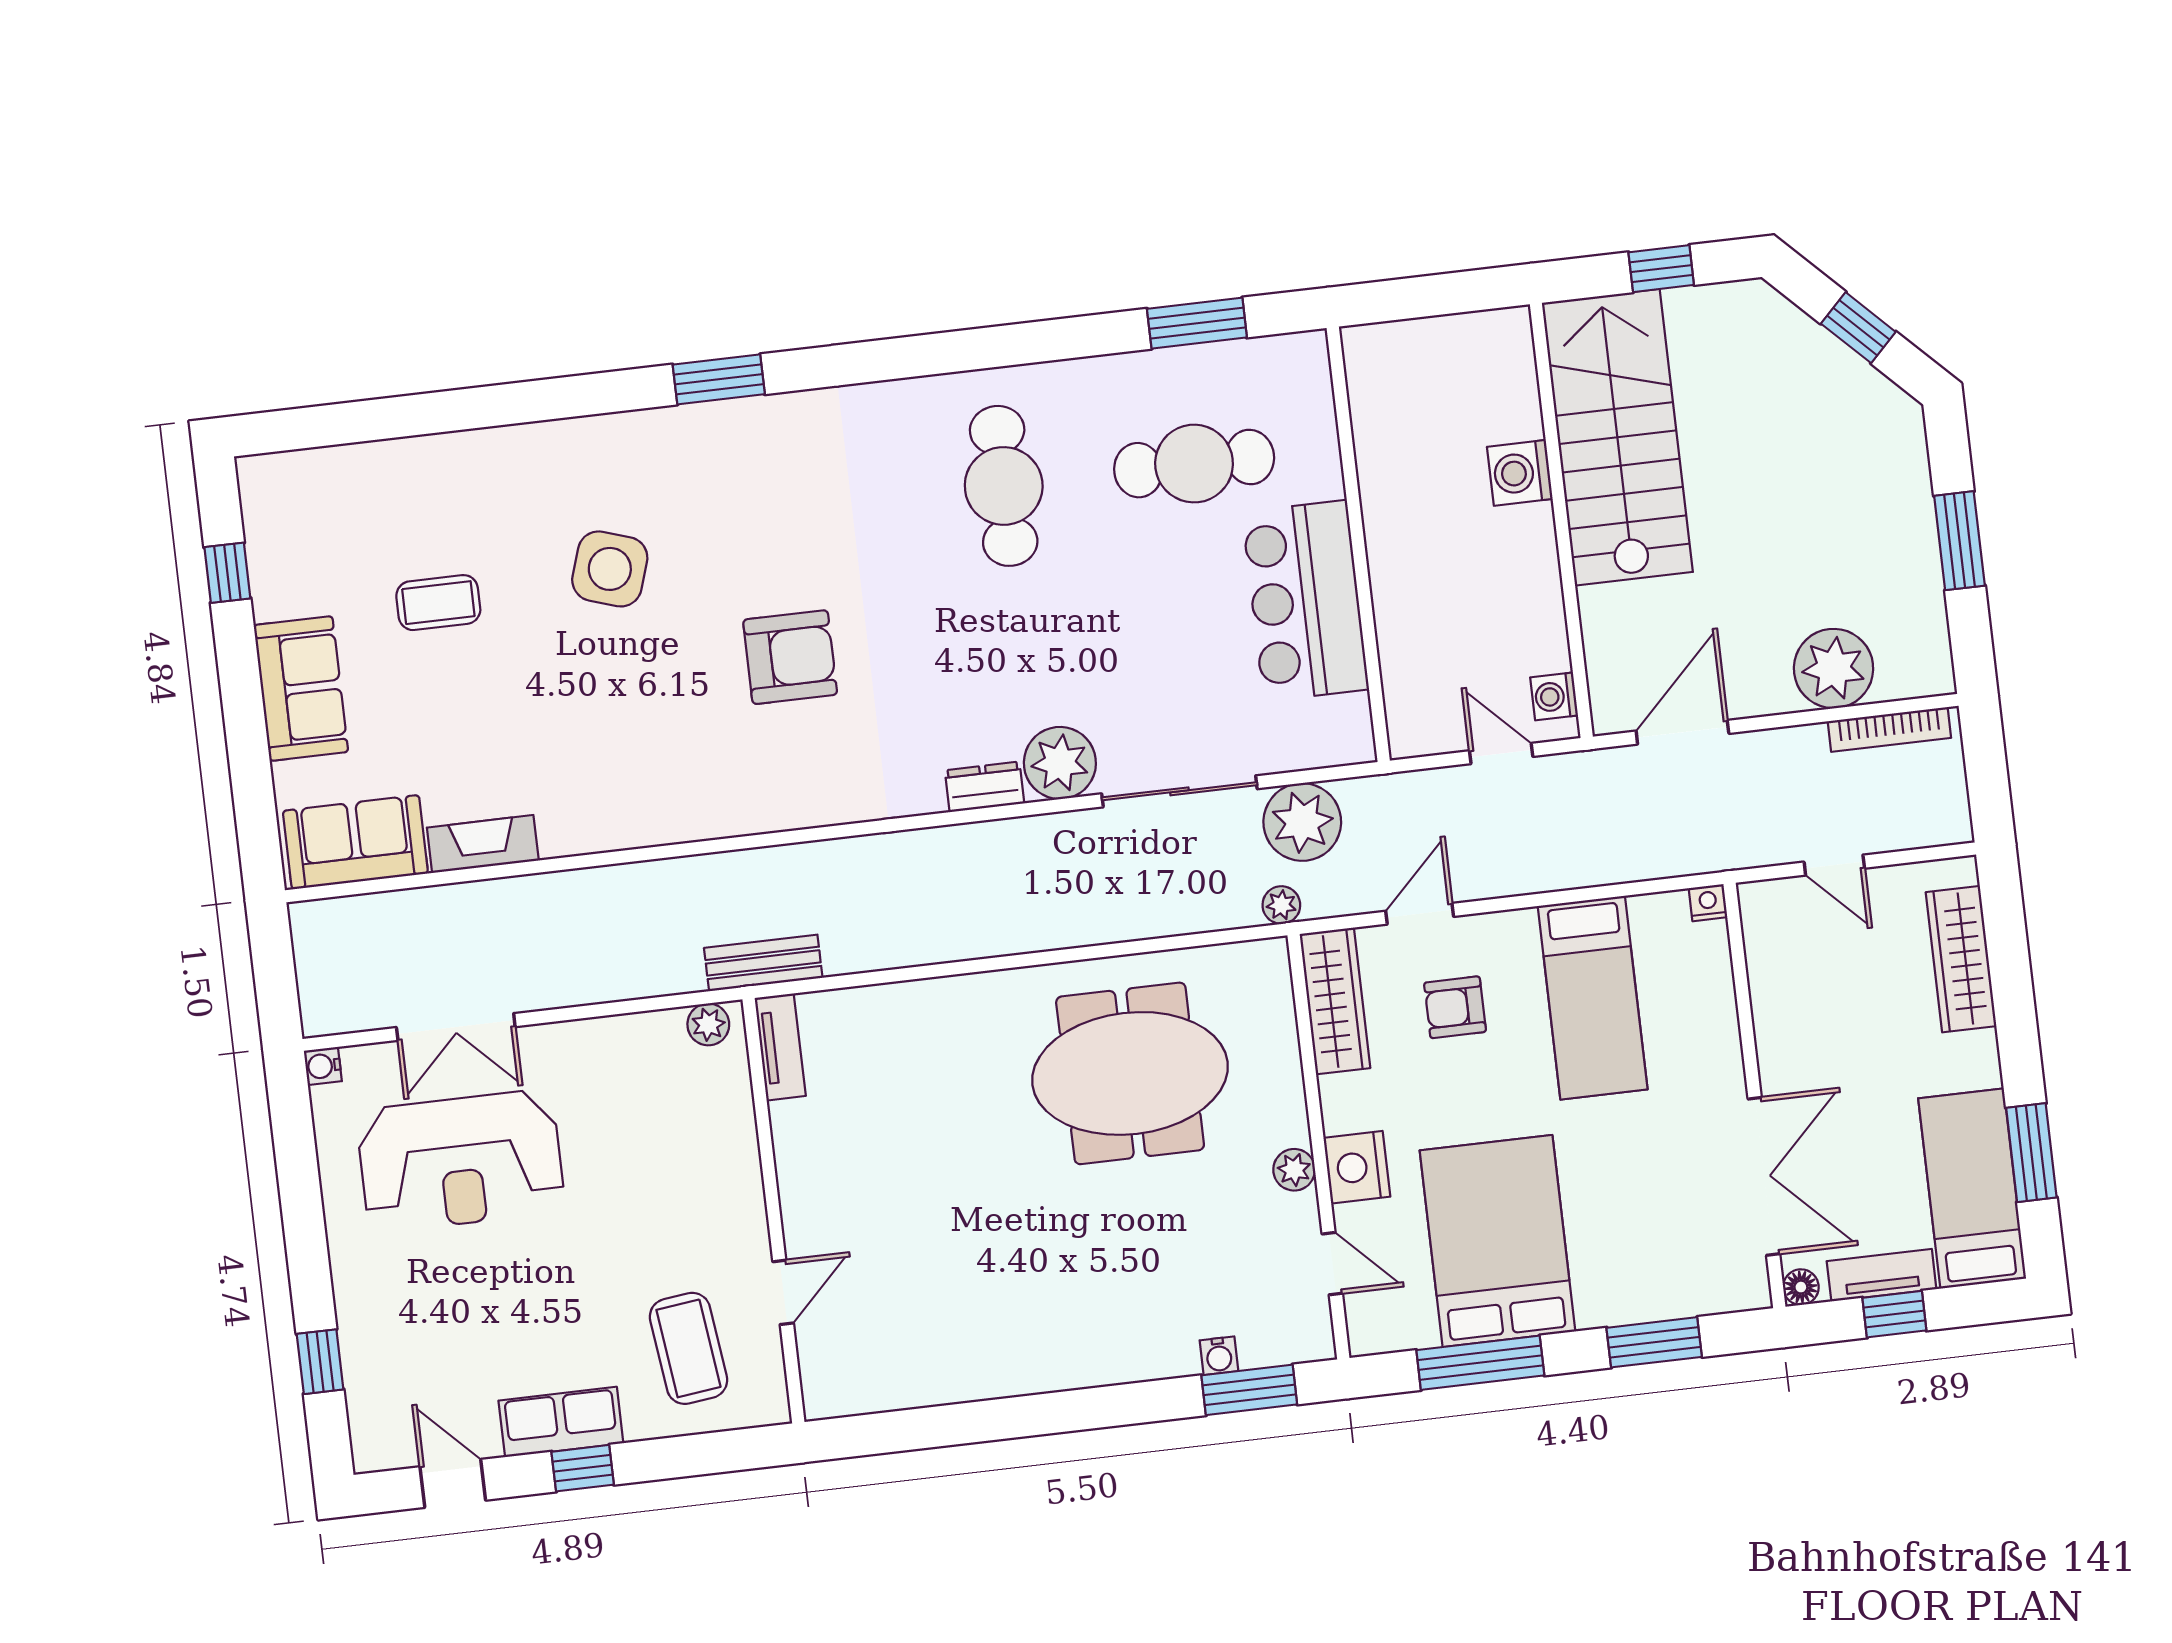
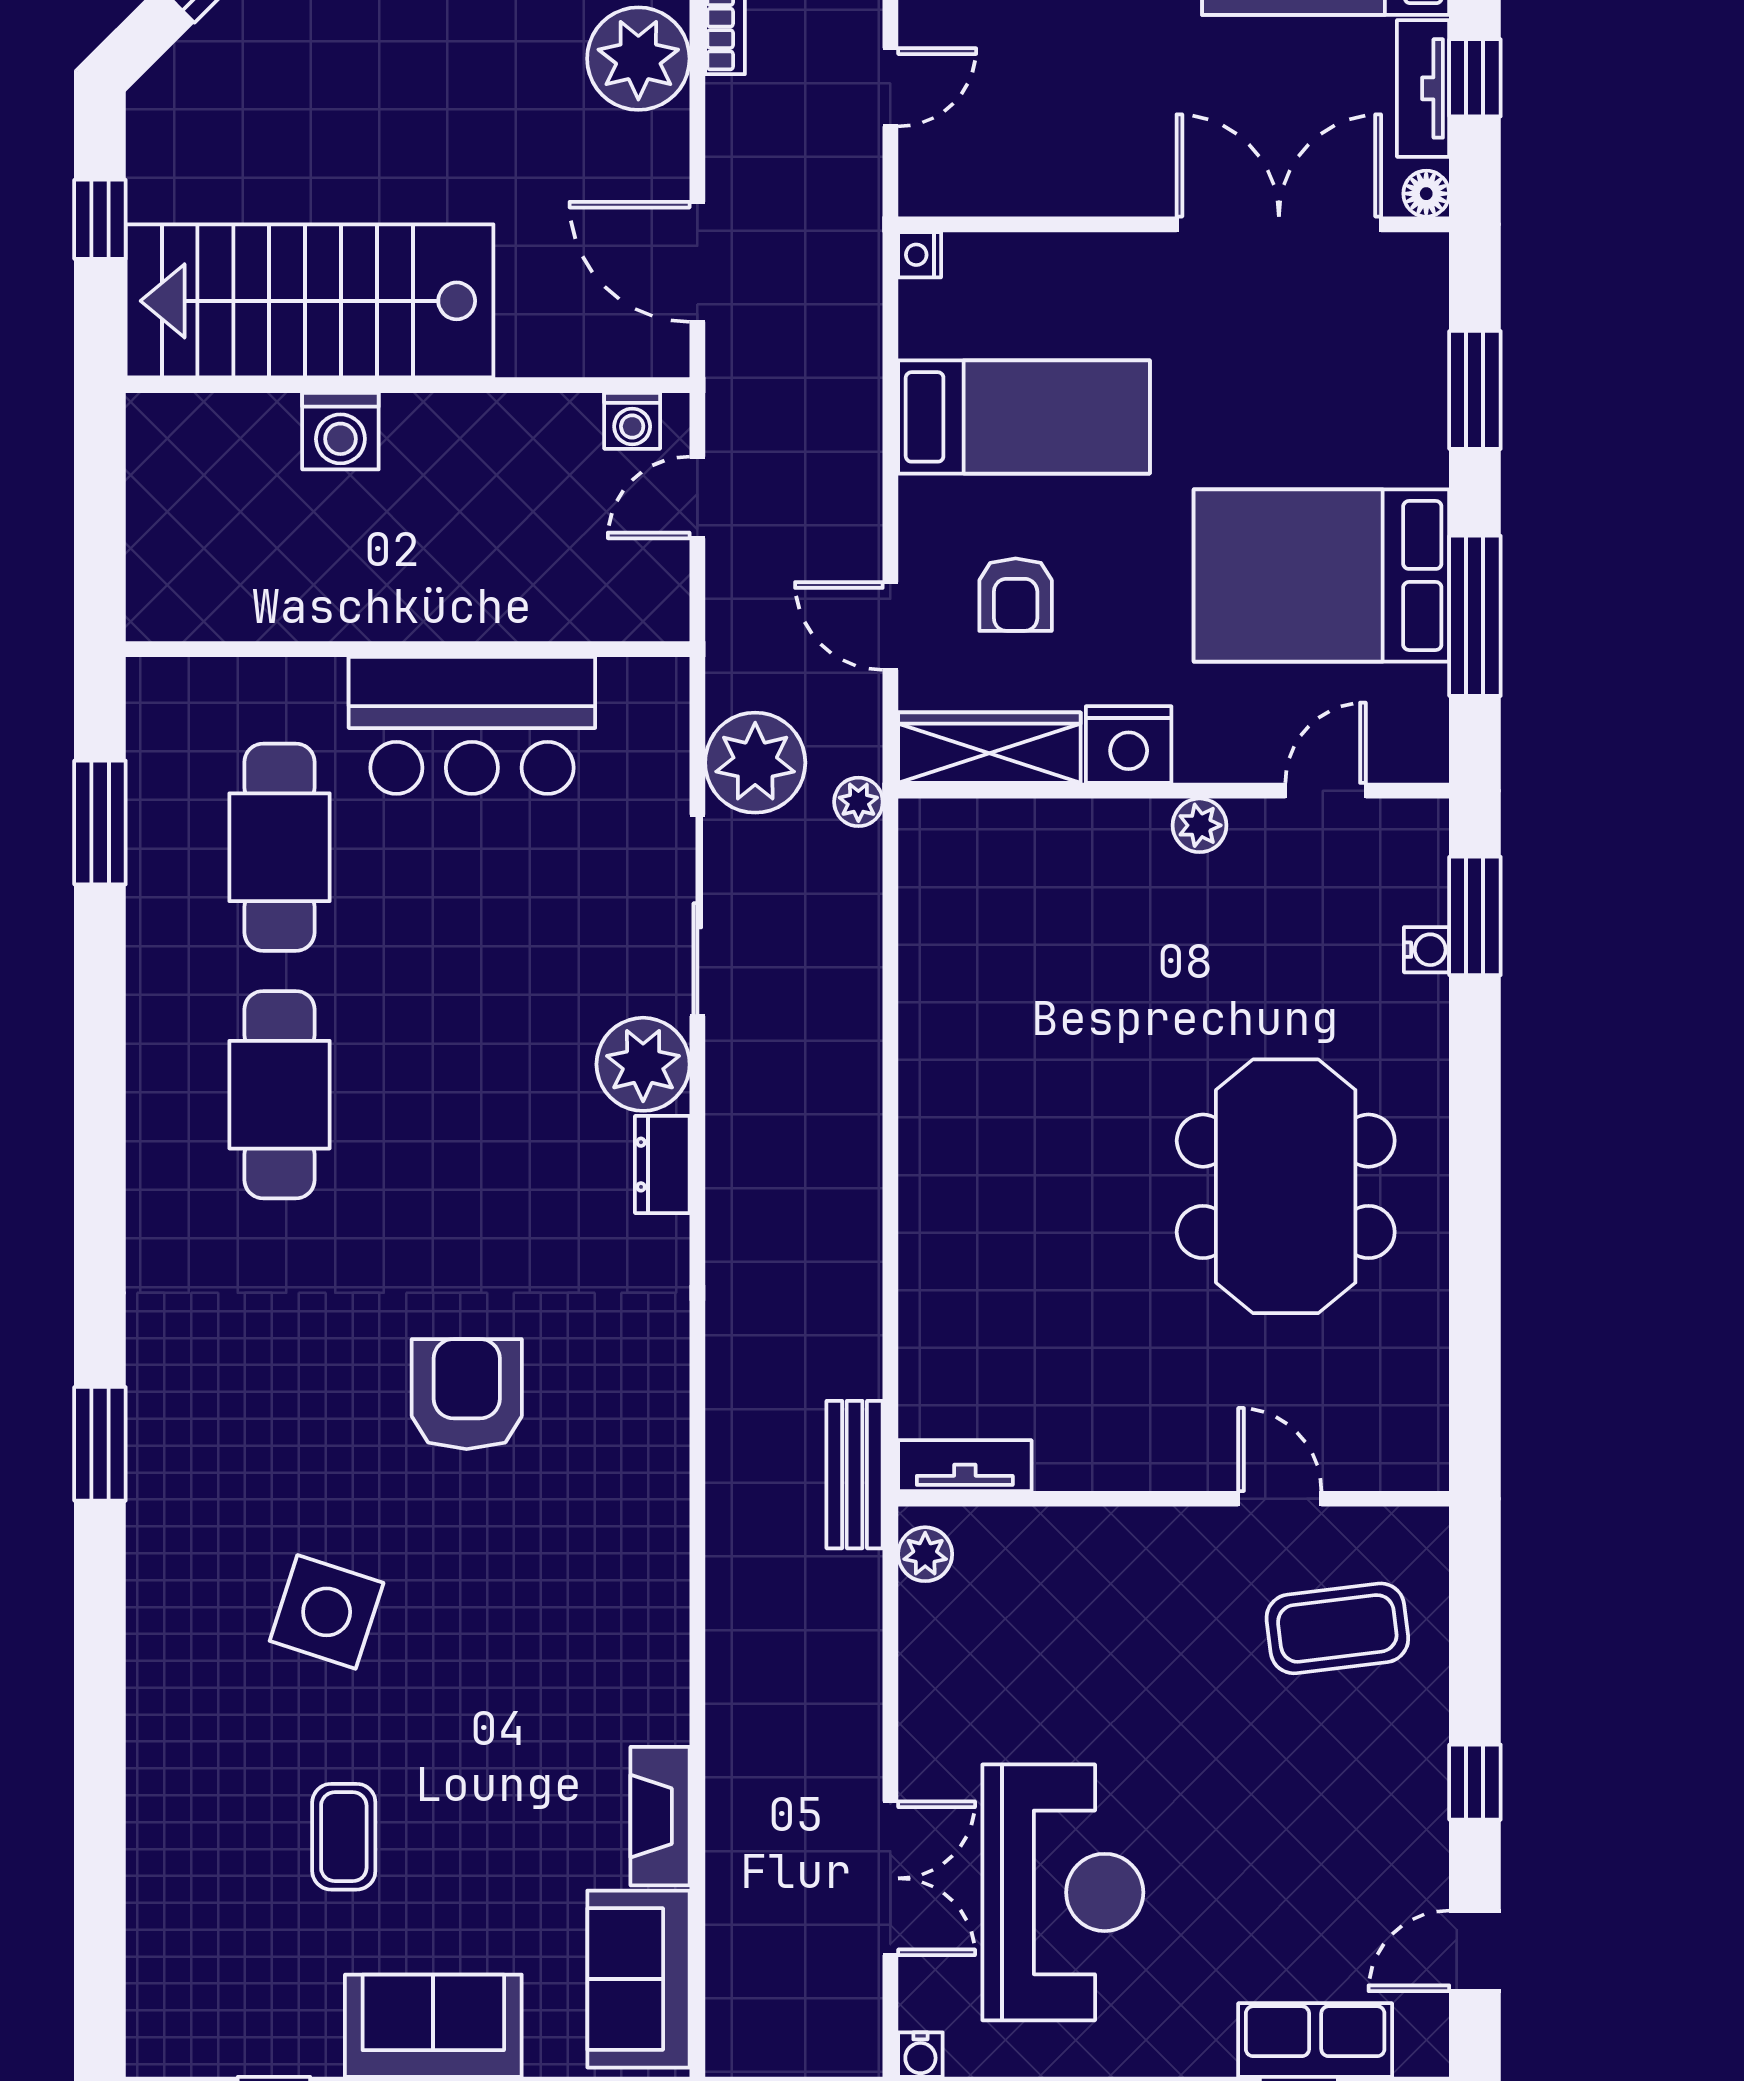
cafe table: (1004, 486) -> (279, 1095), turned 90
meeting table: (1130, 1073) -> (1286, 1186), moved
nightstand: (1357, 1167) -> (1129, 745), moved
row of seats: (561, 1422) -> (1315, 2040), moved, turned 90

